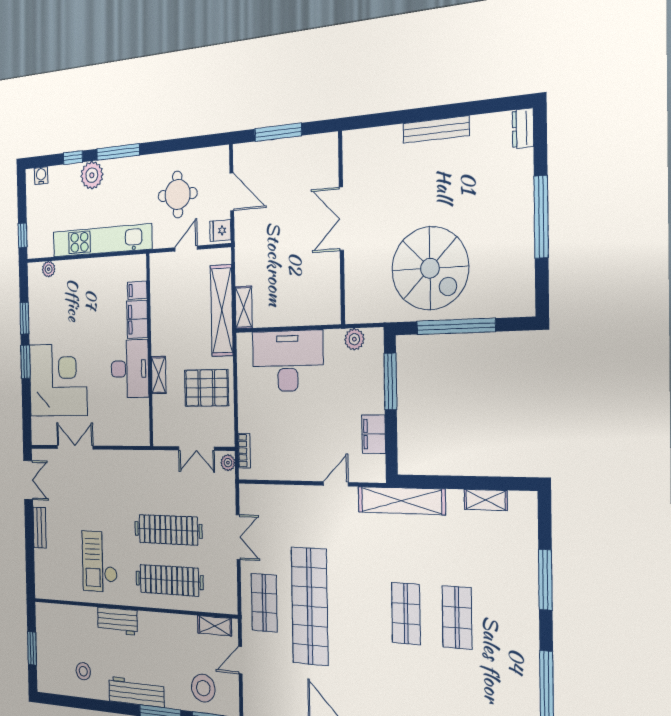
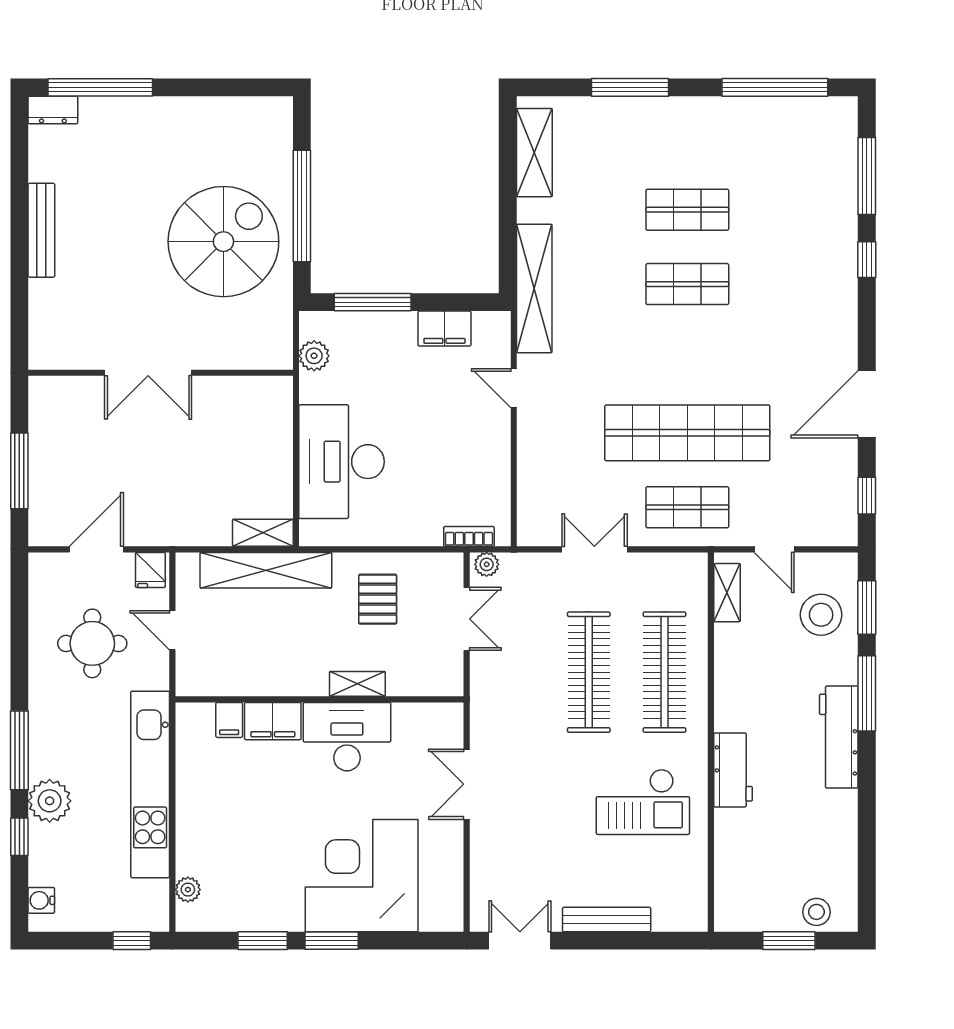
window: (541, 217) -> (100, 87), moved
pallet: (206, 388) -> (378, 599), width x0.67, depth x0.71
double door: (75, 447) -> (467, 784), moved
shelving: (486, 500) -> (534, 153), width x1.50, depth x1.33
bench: (40, 528) -> (607, 920), width x1.36
stool: (83, 671) -> (816, 912), moved

